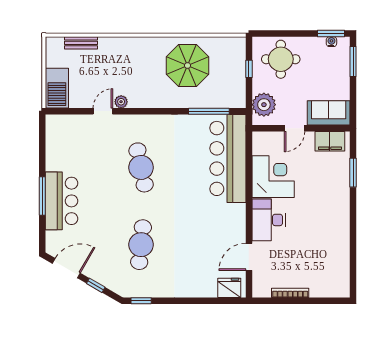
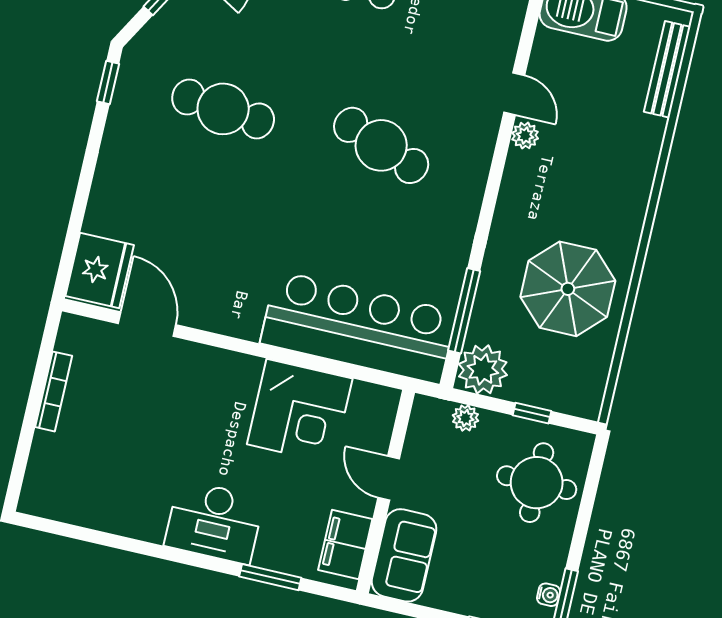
bench: (81, 43) -> (667, 69), width x1.36
plant: (234, 96) -> (483, 369), added
plant: (264, 105) -> (465, 418), width x0.53, depth x0.53
cafe table: (141, 167) -> (381, 145), turned 33
desk: (269, 220) -> (214, 522), moved, turned 180
fridge: (229, 288) -> (100, 270), width x1.36, depth x1.34

